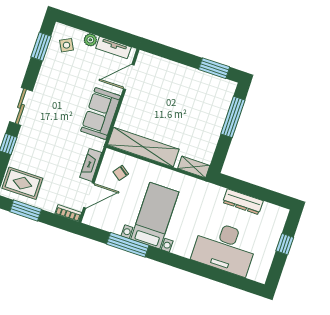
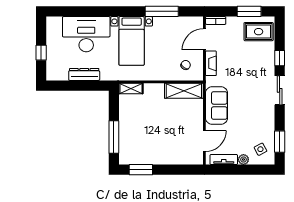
shelving: (143, 147) -> (184, 91), width x0.68
bed with nightstands: (155, 216) -> (132, 41), moved

